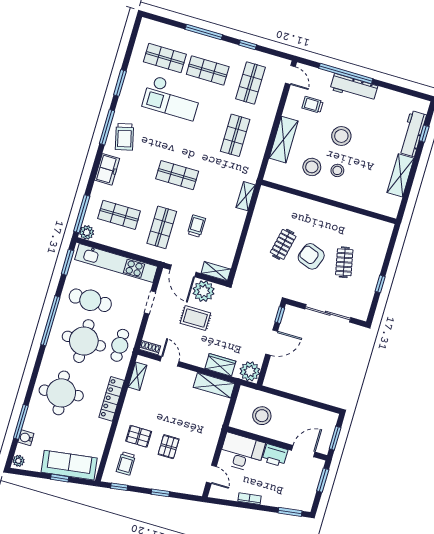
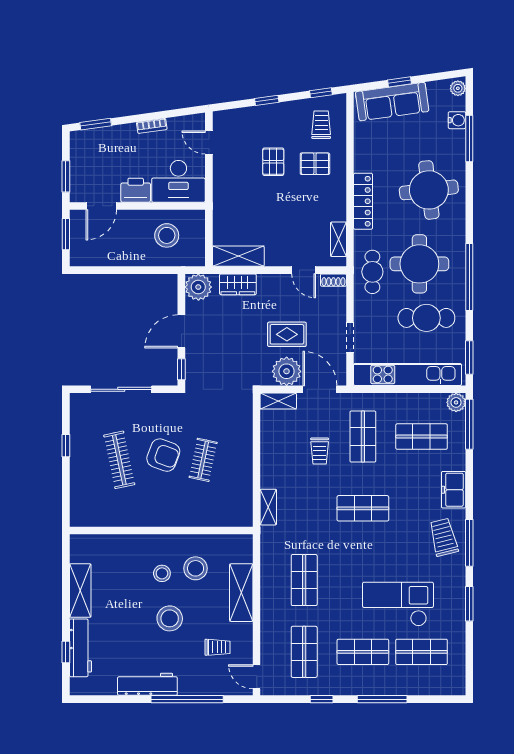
workbench: (354, 88) -> (147, 684), moved
clothes rail: (344, 262) -> (119, 460), width x1.36

